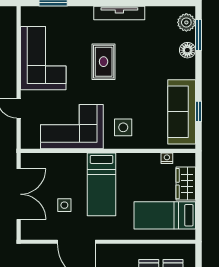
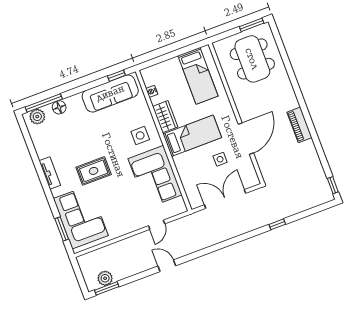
tv unit: (119, 13) -> (50, 173), width x0.71
window: (199, 35) -> (44, 103), width x1.44
corner sofa: (43, 58) -> (81, 217), moved, turned 90
window: (199, 111) -> (116, 76), moved
wardrobe: (186, 184) -> (165, 117), moved, turned -90

